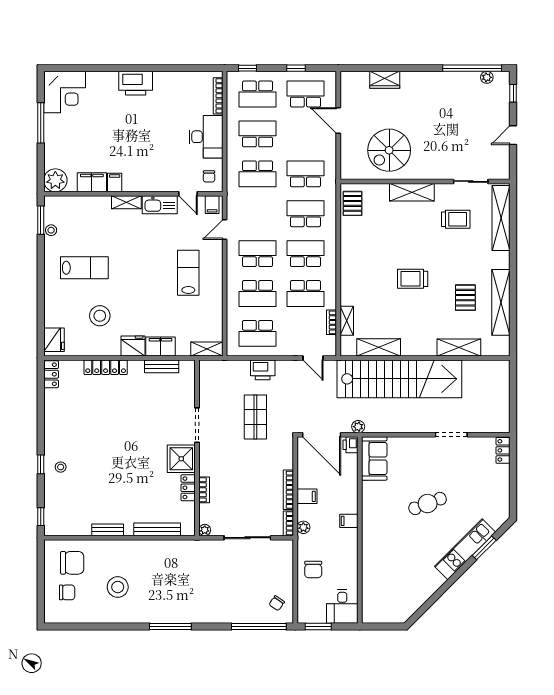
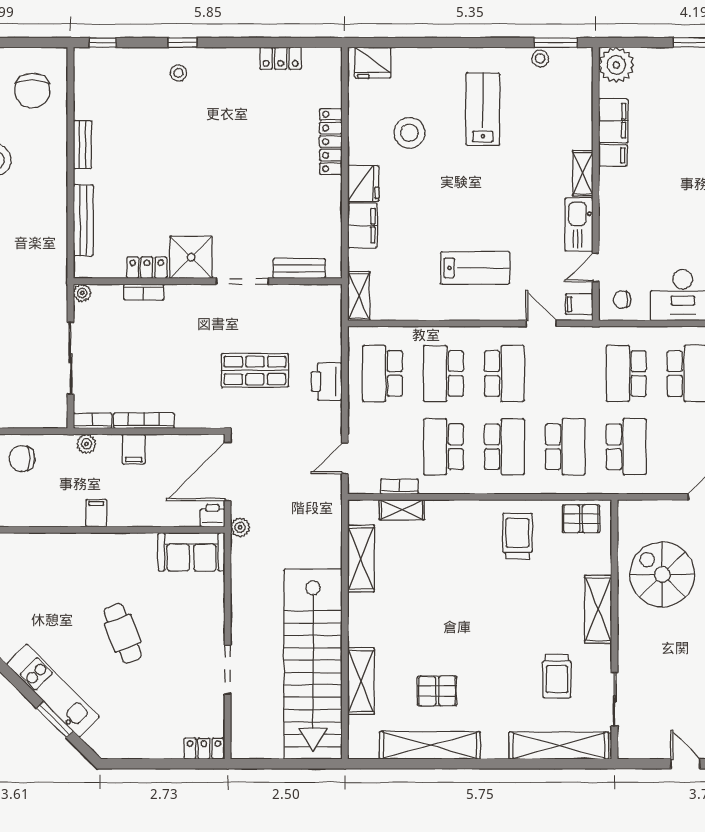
lab bench: (84, 268) -> (483, 109), turned 180
trolley: (413, 279) -> (517, 536), moved
bench: (162, 366) -> (299, 268), moved, turned 90
locker: (51, 374) -> (281, 58), moved
stairs: (399, 379) -> (313, 664), moved

